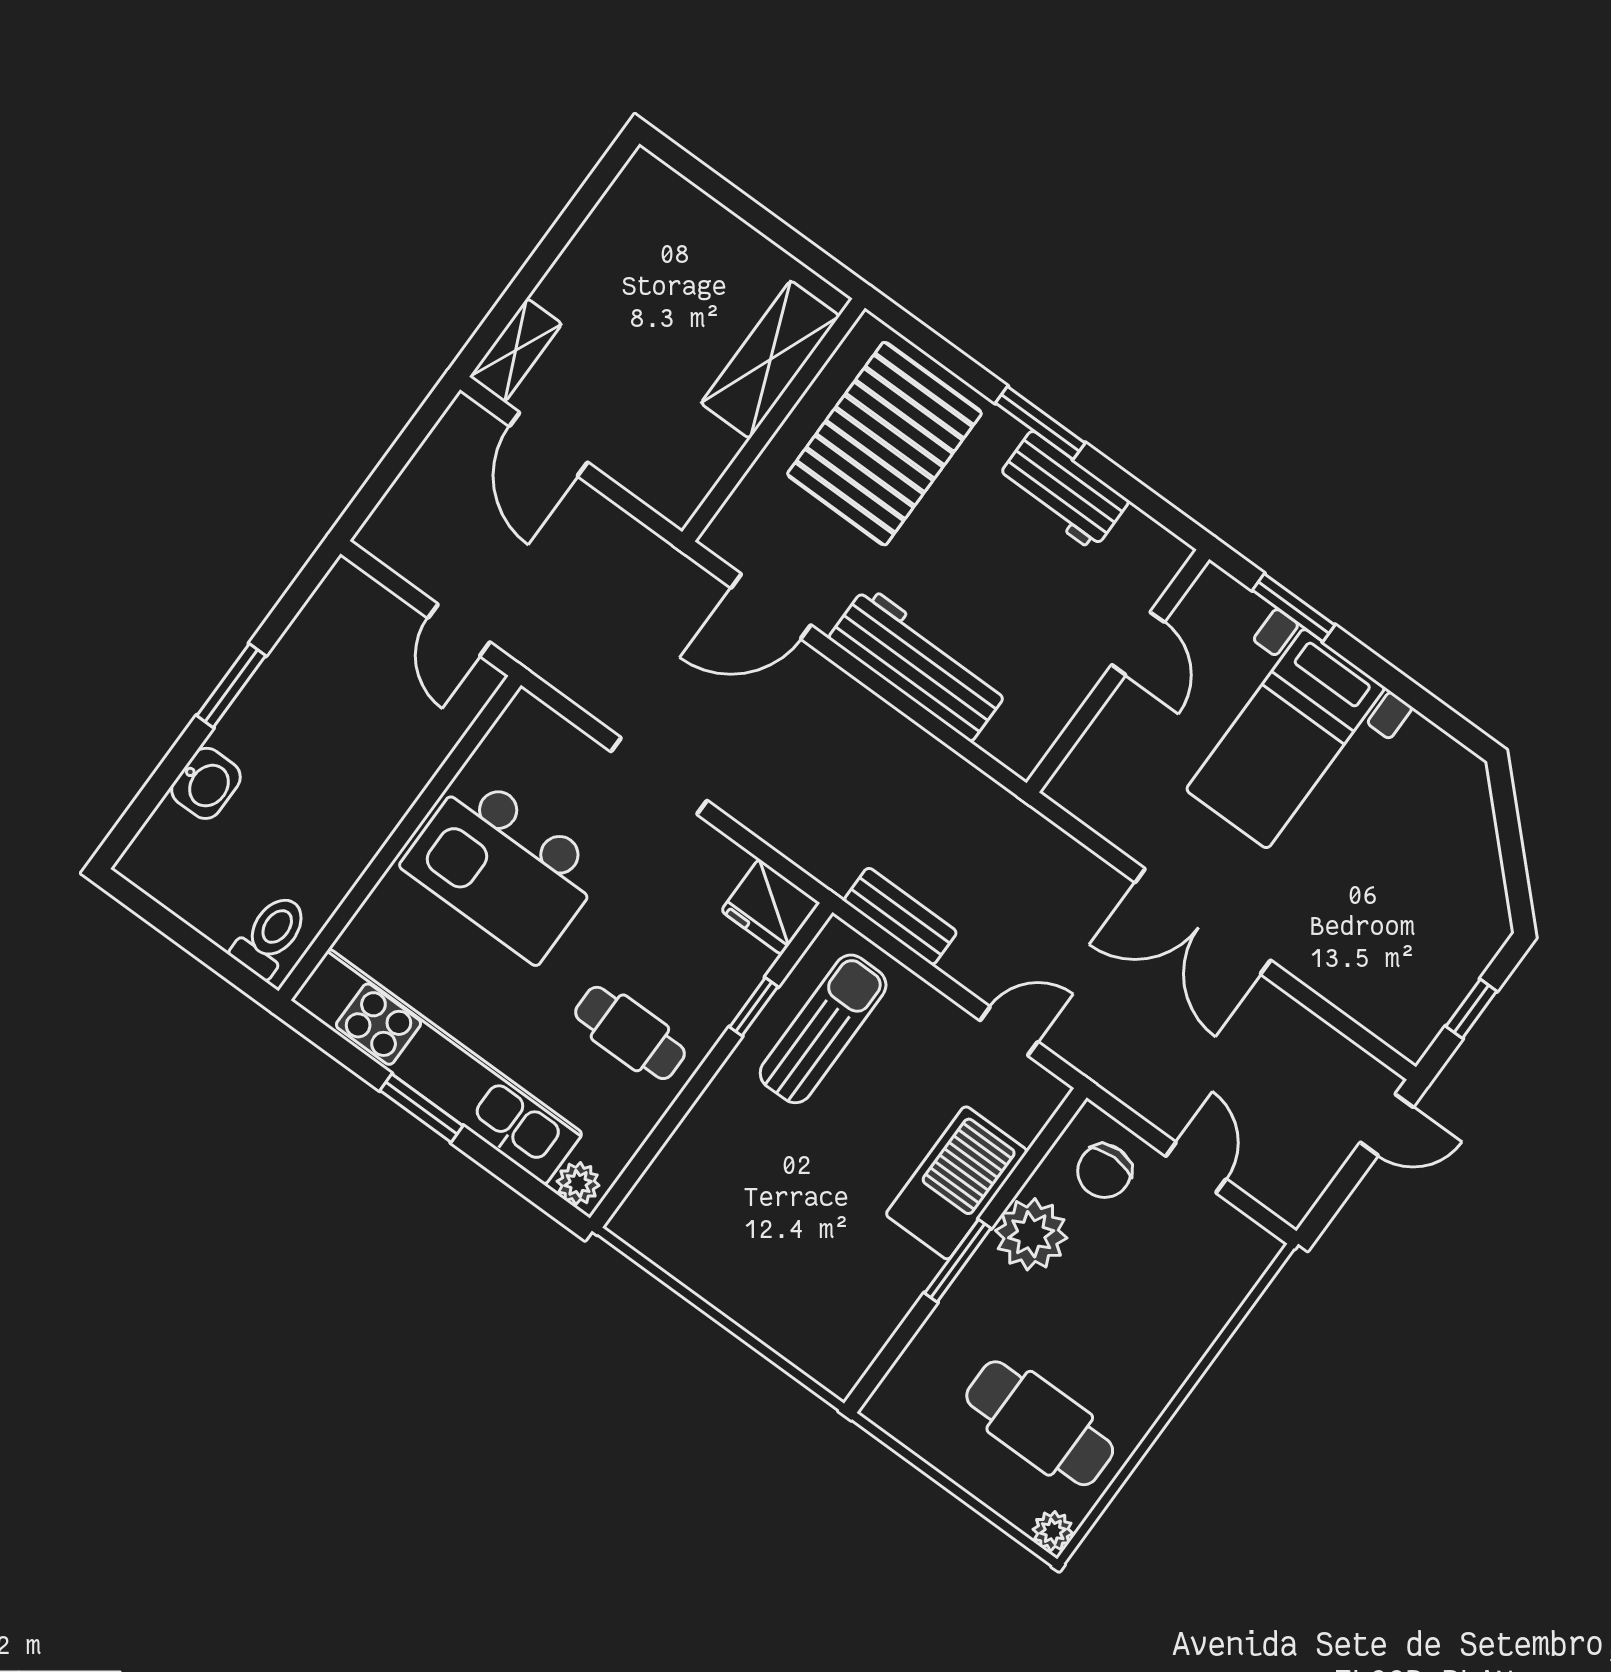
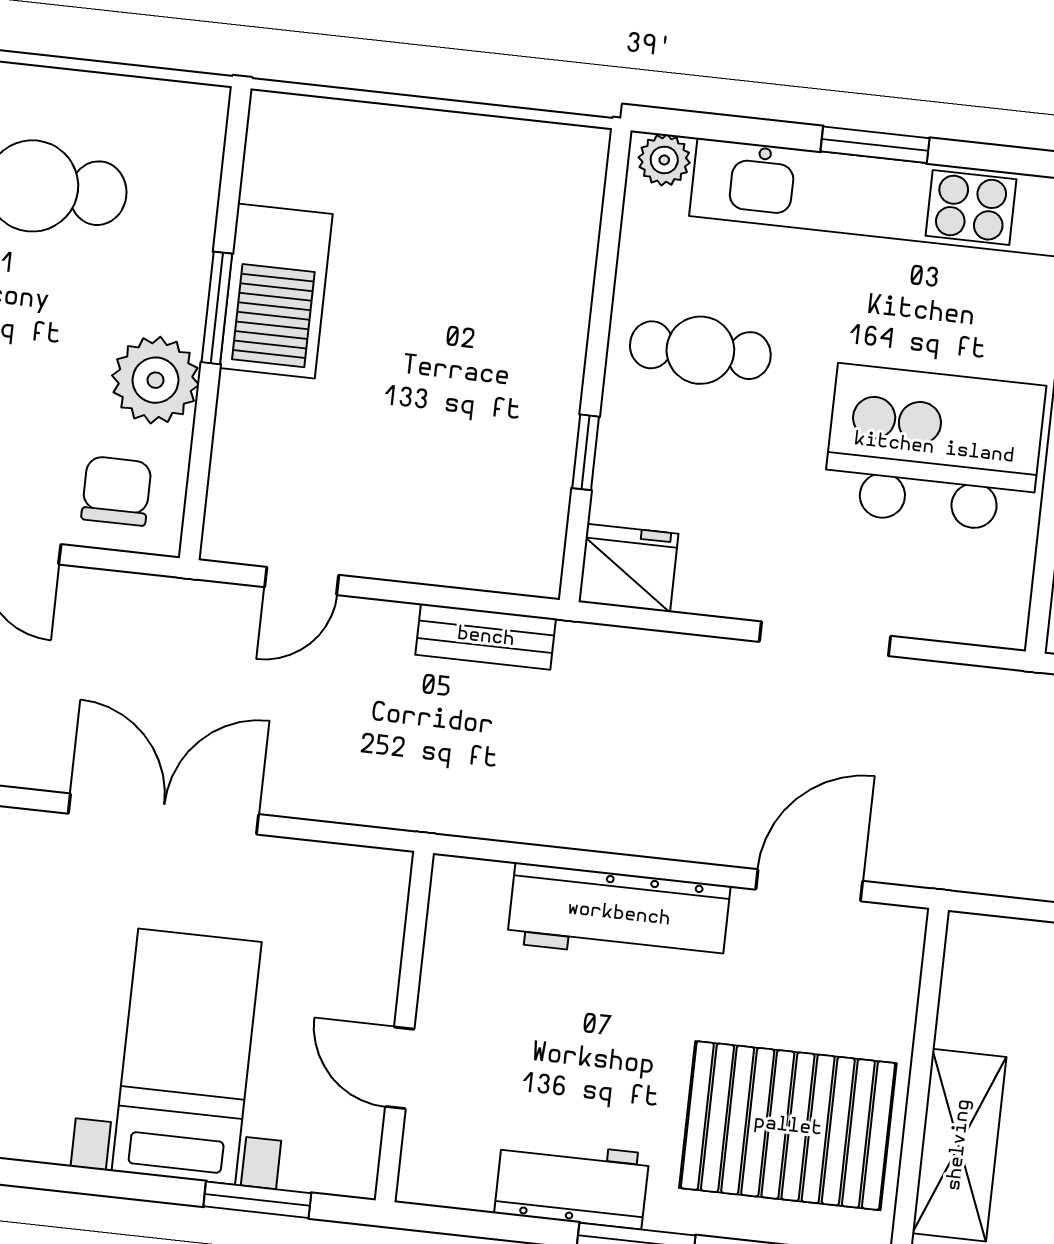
pallet: (884, 444) -> (788, 1126), turned 90
sun lounger: (823, 1029) -> (499, 471), removed
barbecue: (957, 1183) -> (276, 291), moved

